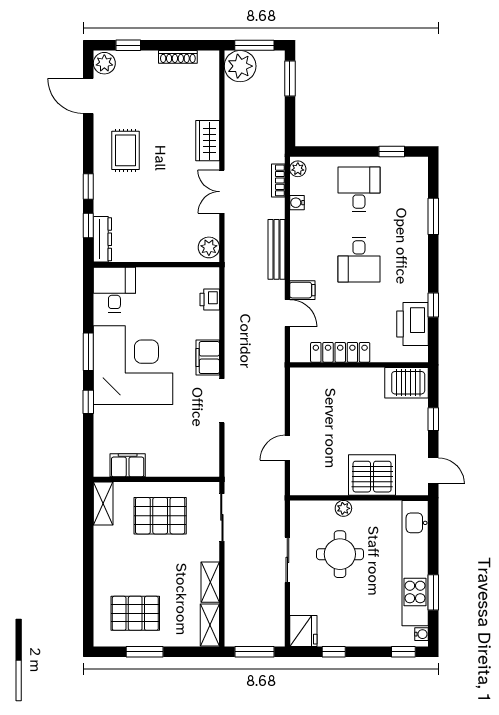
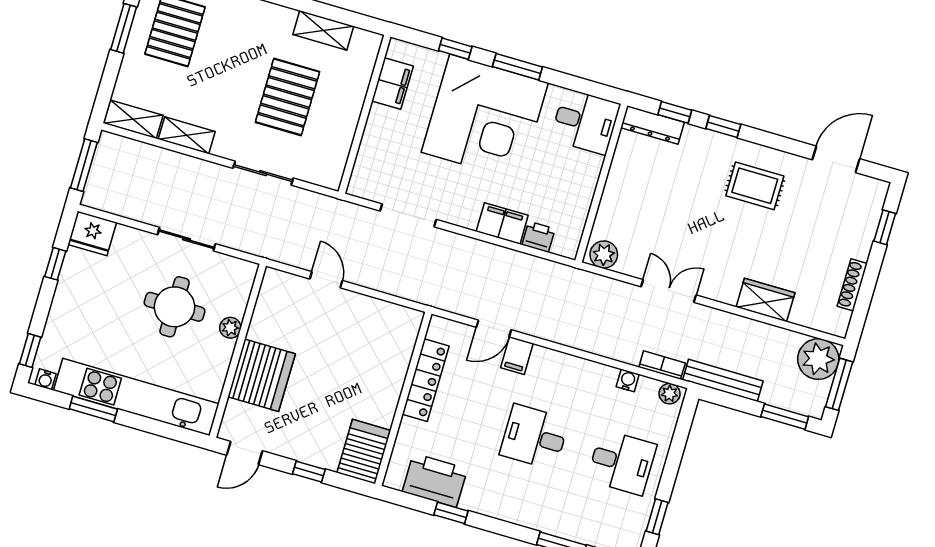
plant: (104, 63) -> (871, 191), removed
wardrobe: (208, 141) -> (766, 300), moved
bench: (276, 249) -> (723, 380), moved
filing cabinet: (208, 358) -> (502, 223), moved
filing cabinet: (128, 465) -> (393, 83), moved
wall: (156, 479) -> (365, 114), moved

